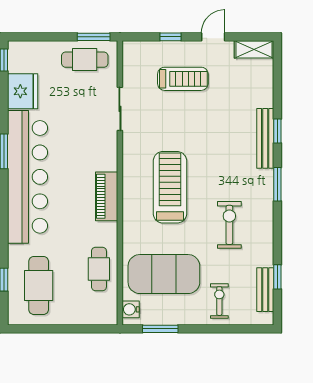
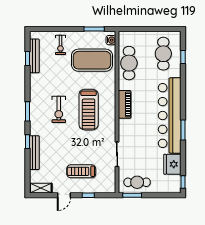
bench: (265, 138) -> (34, 153), moved
exercise bike: (229, 225) -> (59, 109), moved
cafe table: (99, 269) -> (129, 63), width x1.37, depth x1.35
bench: (265, 290) -> (34, 56), width x1.36

